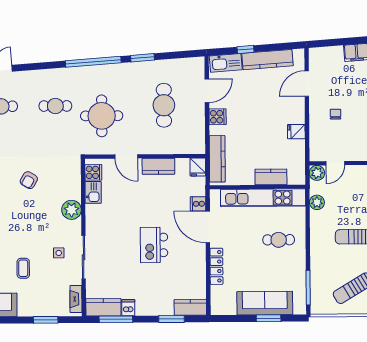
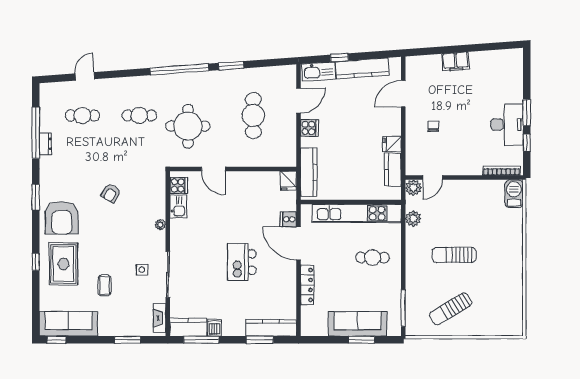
kitchen counter: (158, 166) -> (247, 180), removed
kitchen counter: (271, 177) -> (393, 170), moved, turned -90
plant: (71, 210) -> (160, 225), width x0.53, depth x0.53
kitchen counter: (190, 307) -> (271, 328), width x1.50

